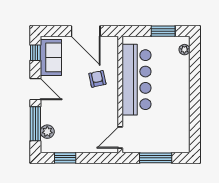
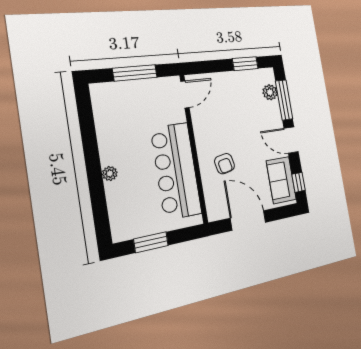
plant: (184, 50) -> (110, 173), moved

